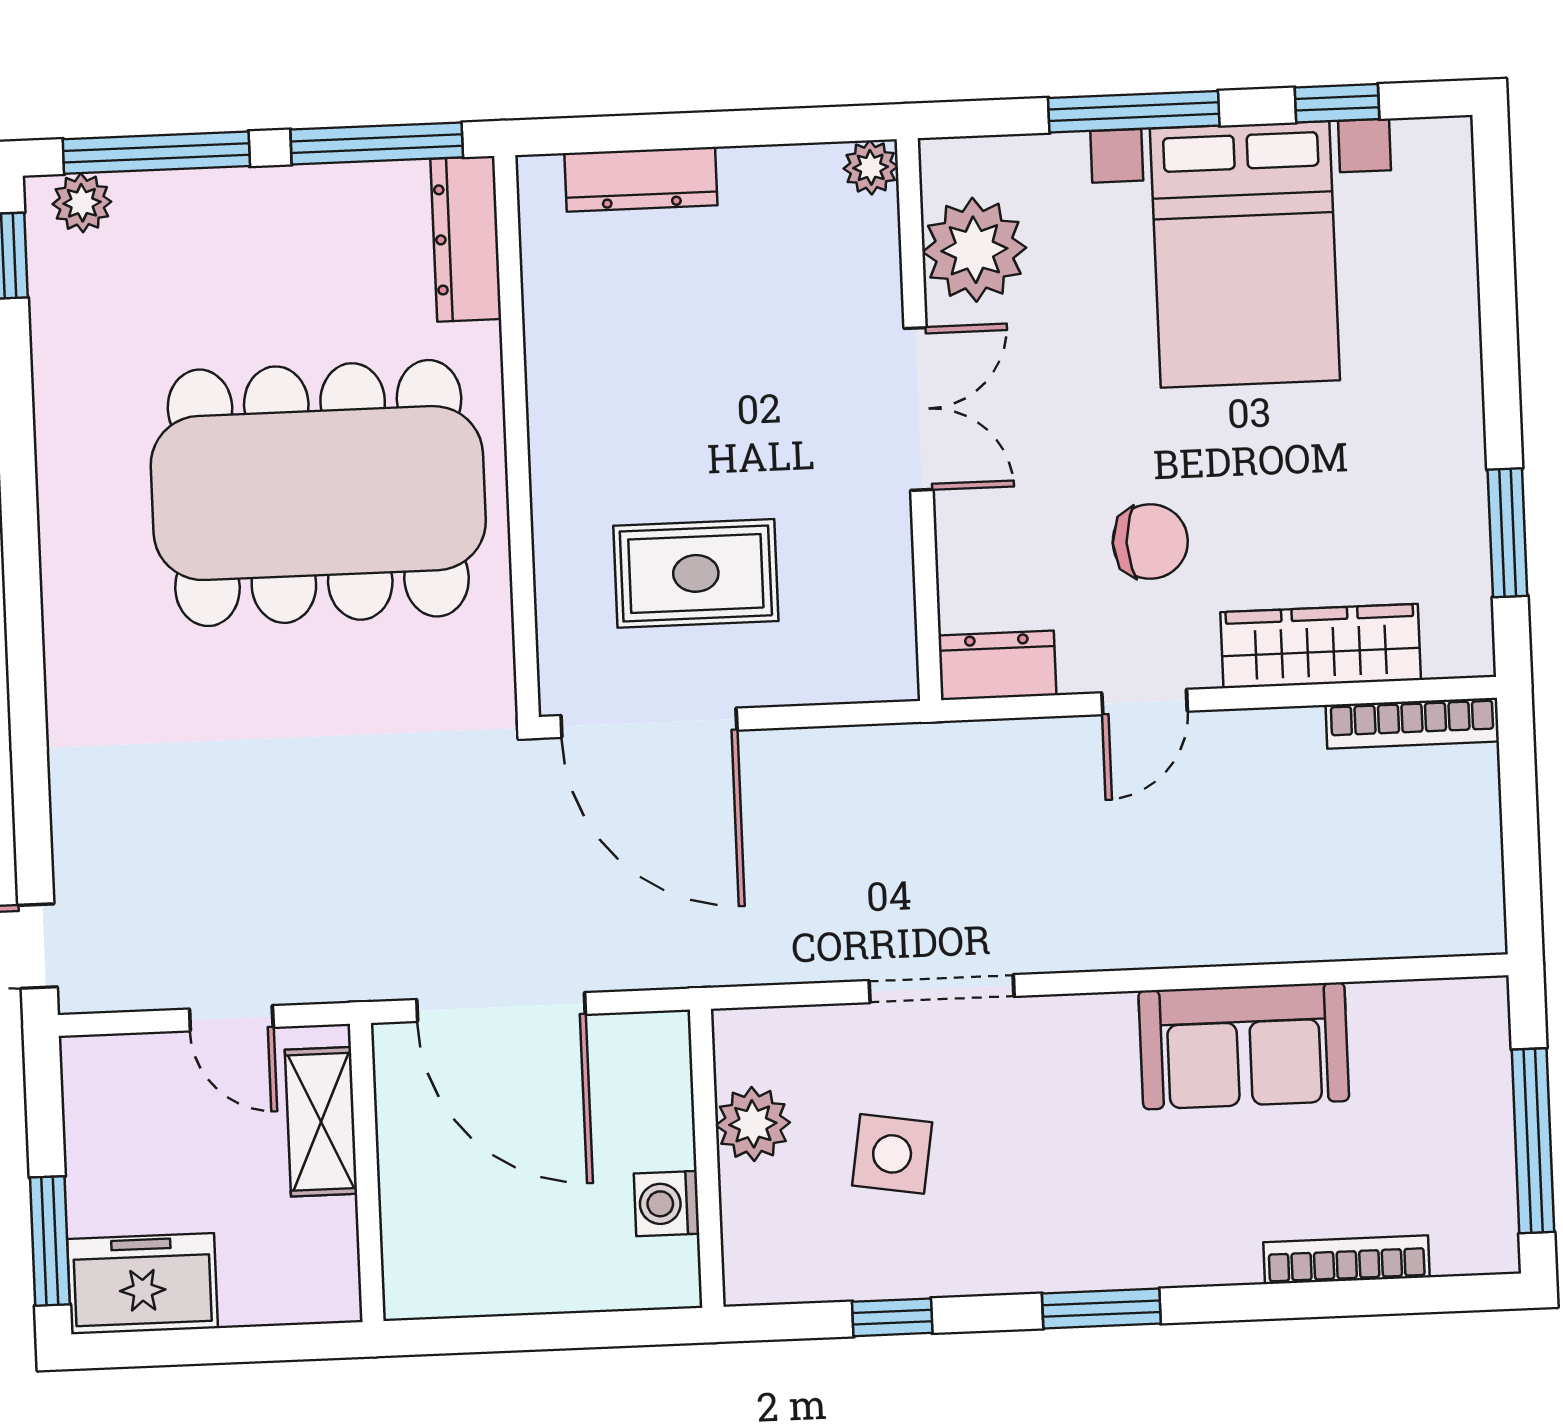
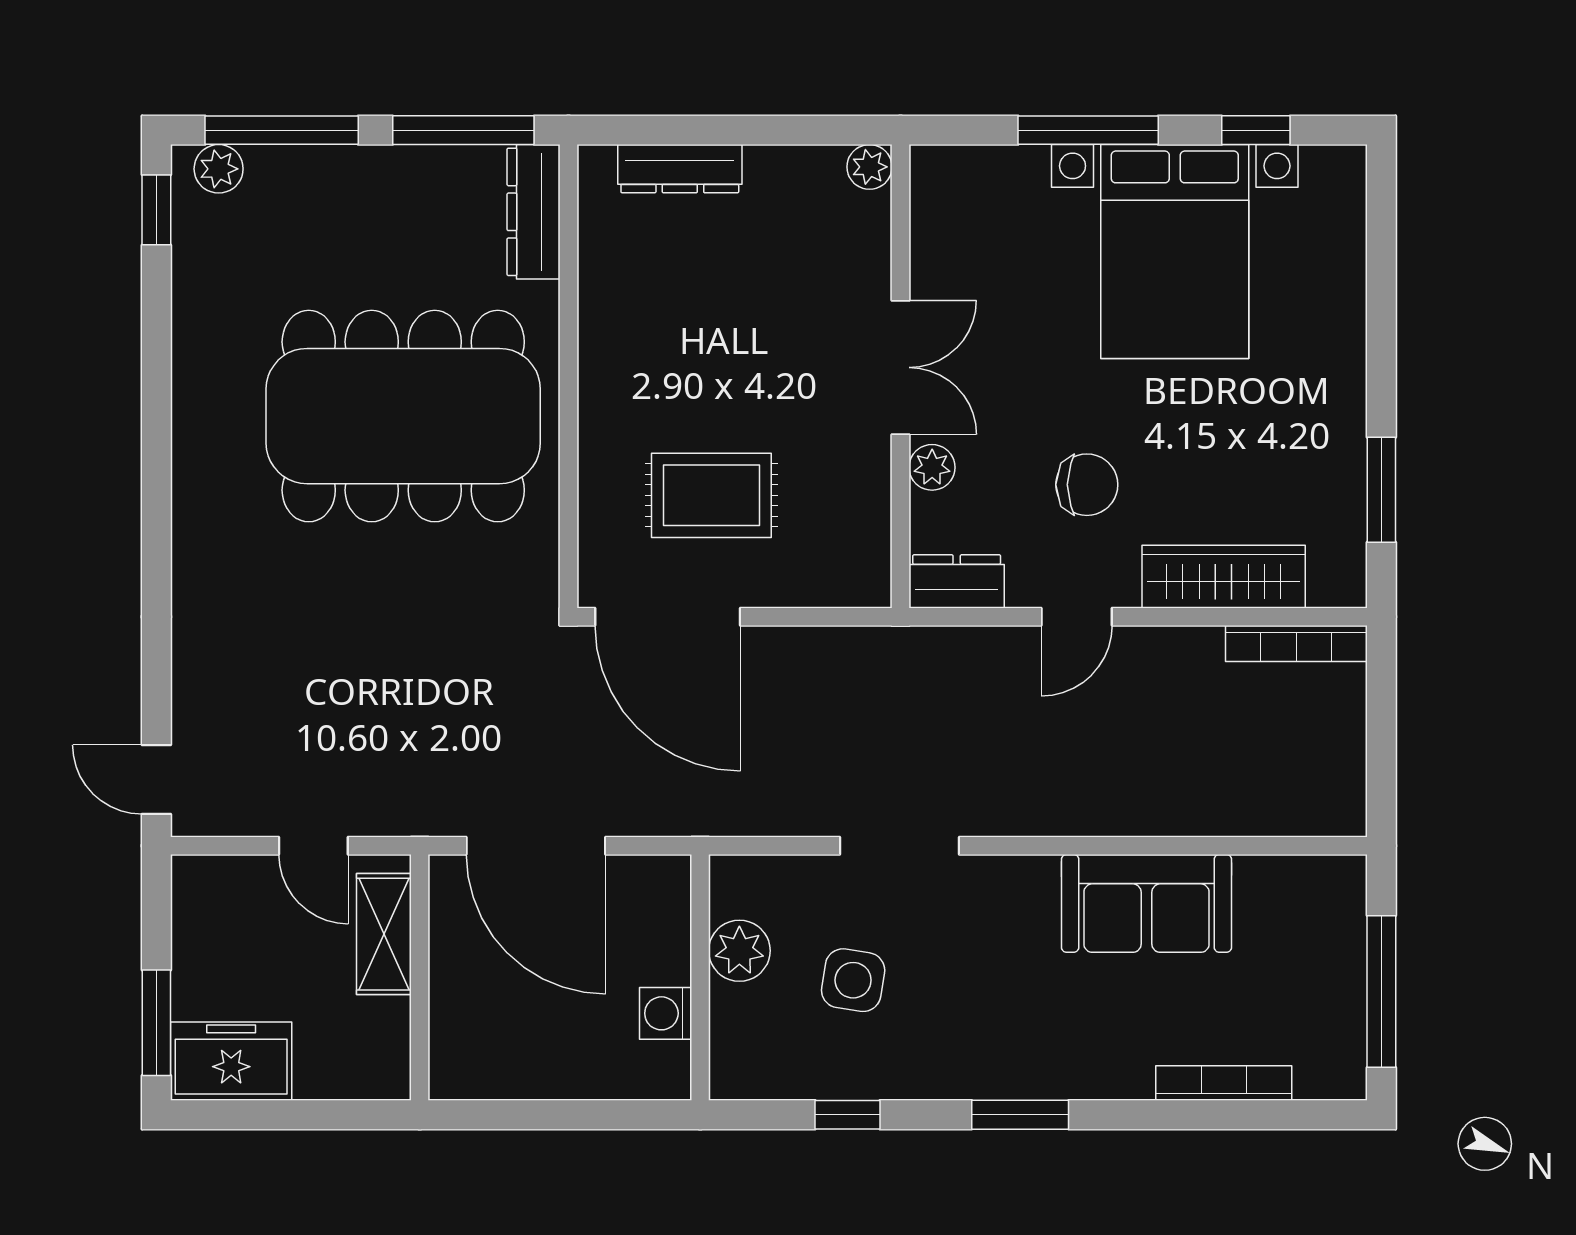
plant: (974, 250) -> (932, 467), moved, width x0.53, depth x0.53

